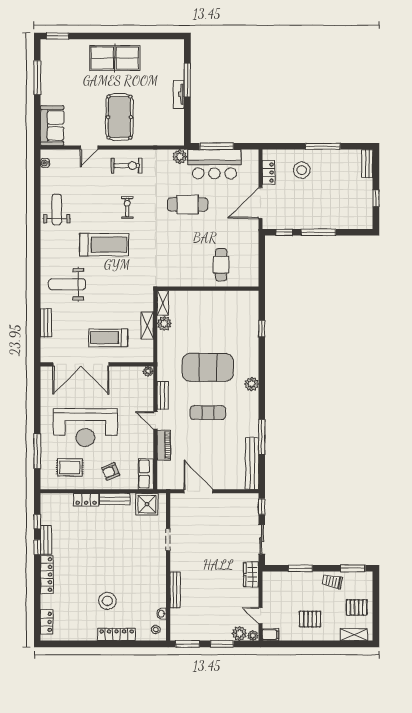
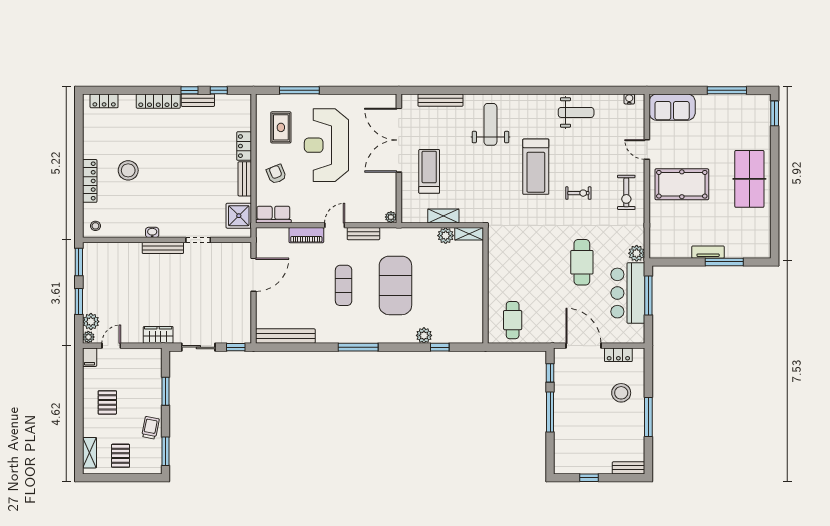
cafe table: (221, 265) -> (513, 320), moved, turned 90
bench: (46, 323) -> (440, 100), width x1.36
plant: (252, 384) -> (424, 335), moved
window: (262, 437) -> (358, 347), moved
bench: (175, 590) -> (163, 248), moved
washbasin: (162, 614) -> (152, 232), moved

